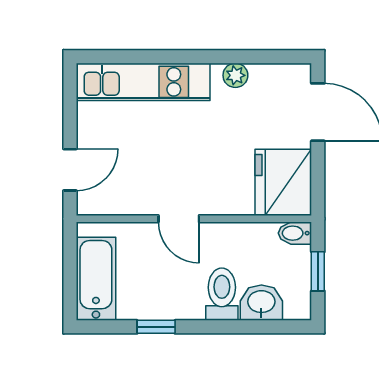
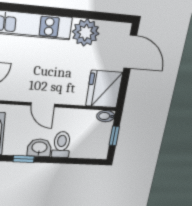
plant: (235, 75) -> (86, 33), width x1.87, depth x1.87
washbasin: (261, 303) -> (39, 148), moved

